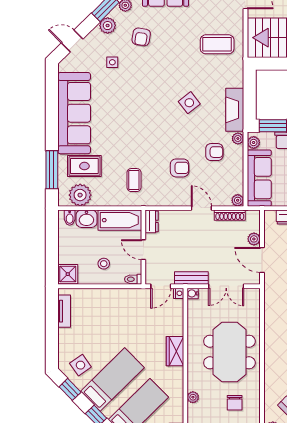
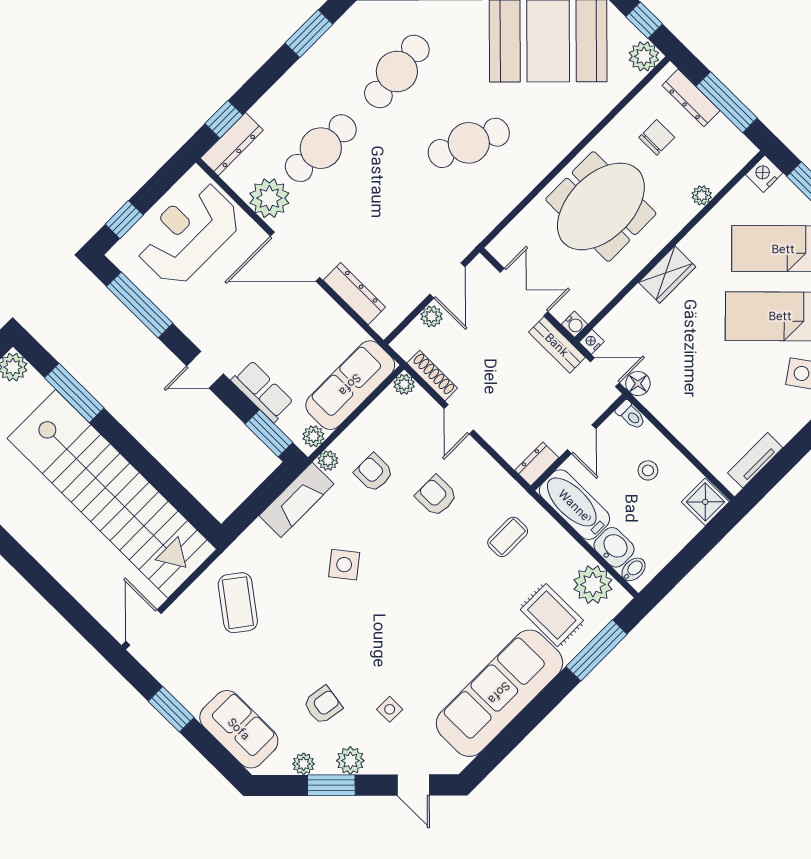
coffee table: (217, 44) -> (238, 603), turned 37
floor lamp: (143, 295) -> (638, 384), added

